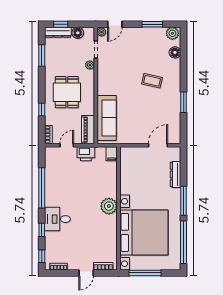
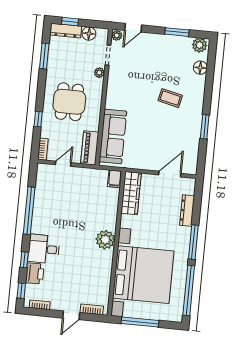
printer: (86, 154) -> (35, 273), moved, turned -90
wardrobe: (127, 164) -> (131, 193), added

